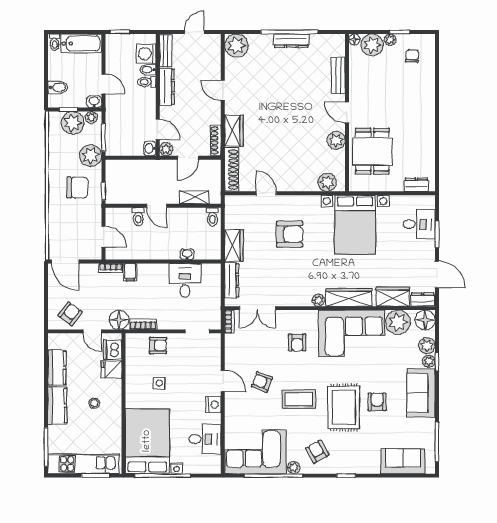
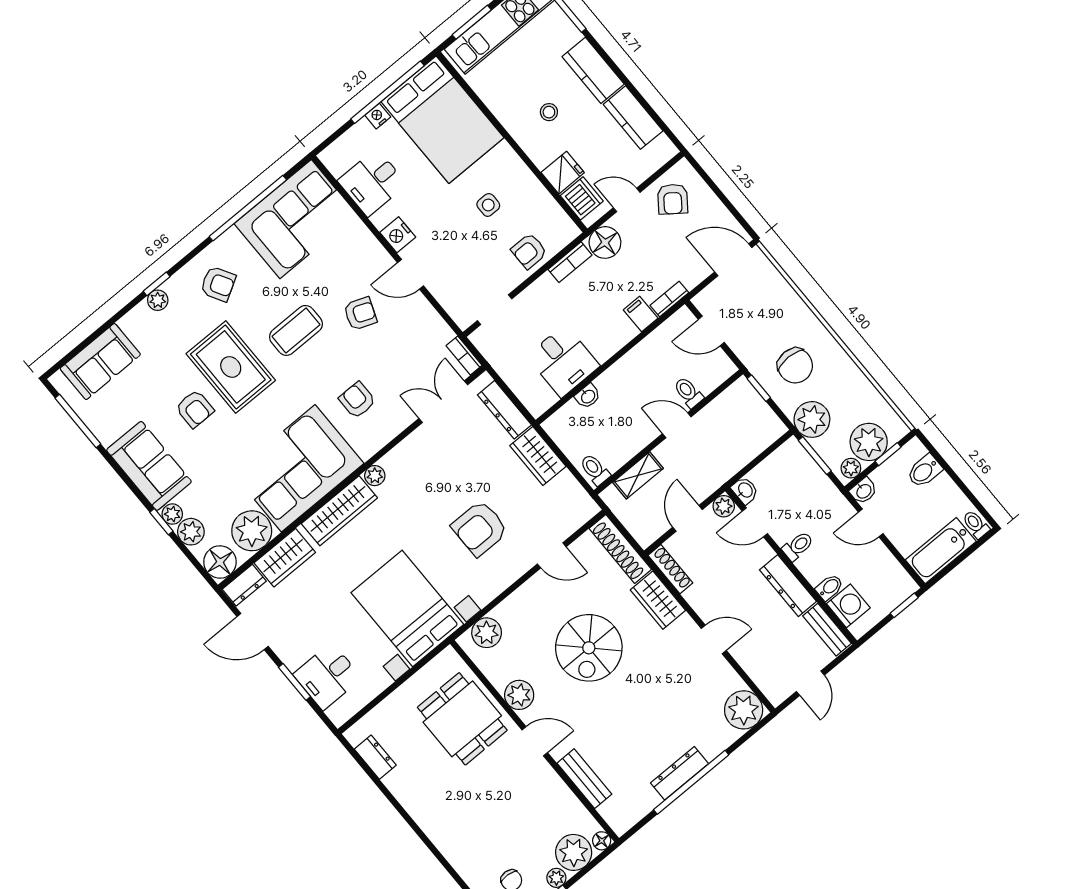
toilet: (147, 82) -> (798, 546), moved
spiral stairs: (285, 135) -> (589, 648), added
dresser: (416, 185) -> (375, 757), moved, turned -90
chair: (78, 187) -> (795, 366), turned -90
plant: (294, 468) -> (158, 300), moved

